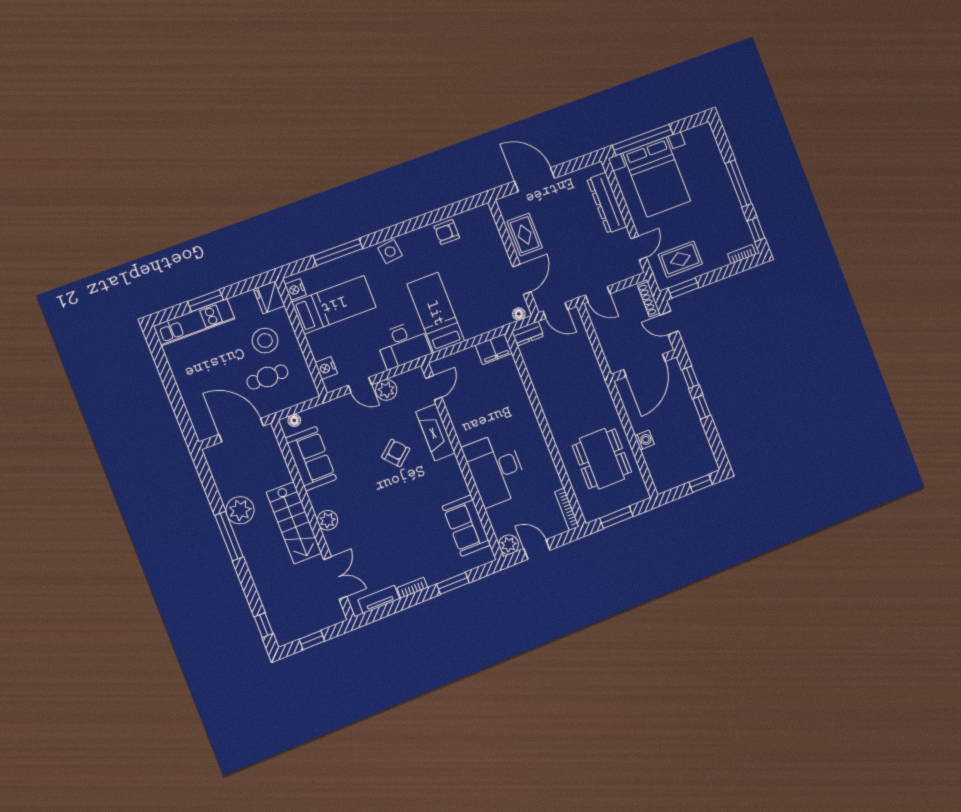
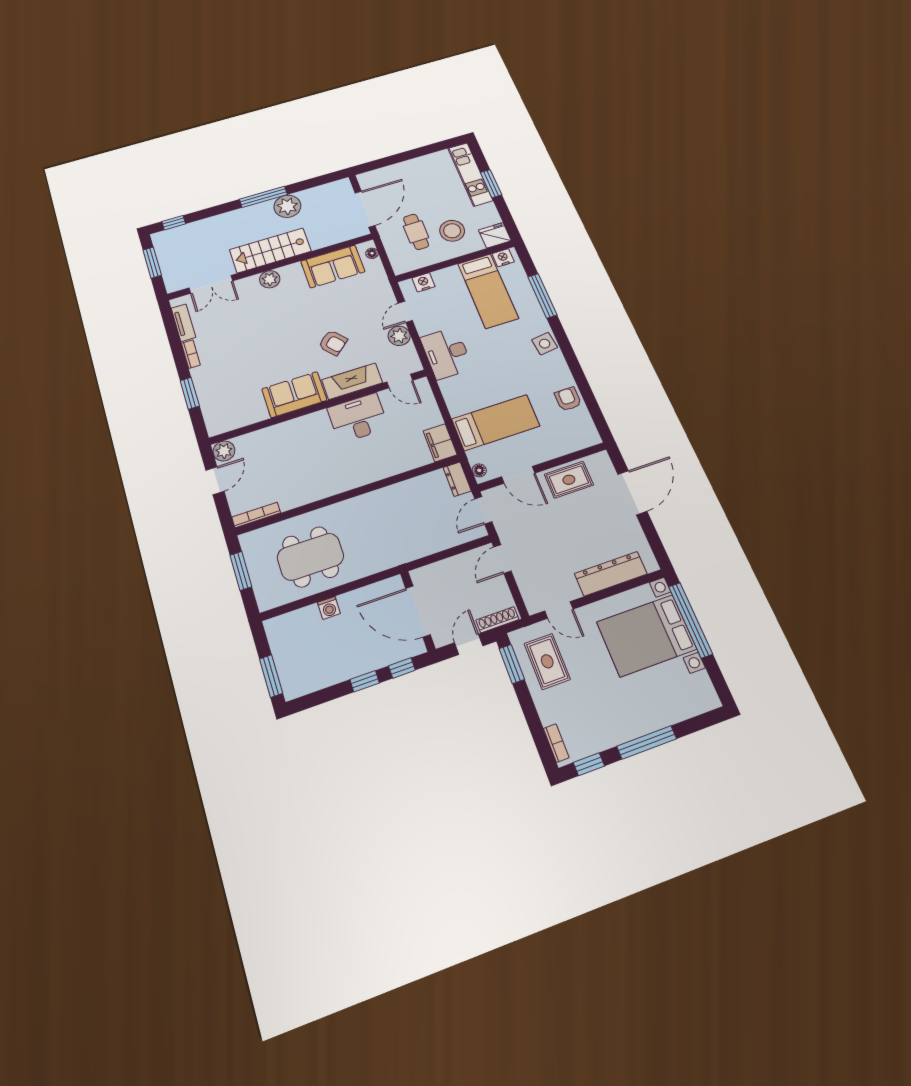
bed: (436, 313) -> (496, 423), moved
desk: (496, 469) -> (358, 418), moved, width x0.73, depth x0.77
window: (701, 483) -> (271, 676), width x1.50
sofa: (466, 526) -> (294, 395), moved
window: (312, 640) -> (152, 263), width x1.50

